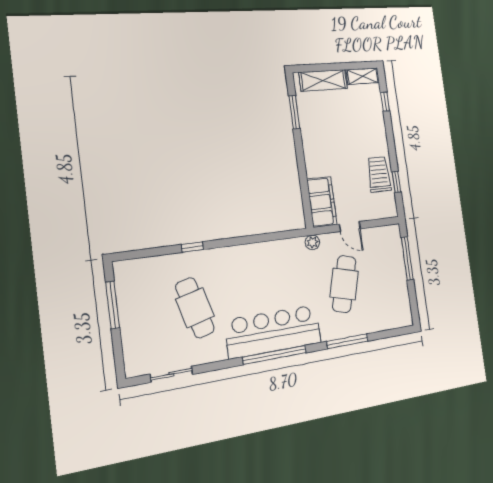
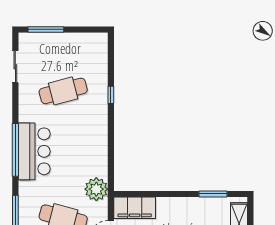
plant: (312, 242) -> (96, 189), width x1.87, depth x1.87
window: (113, 305) -> (46, 29), moved
bar counter: (273, 331) -> (34, 151), width x0.73

